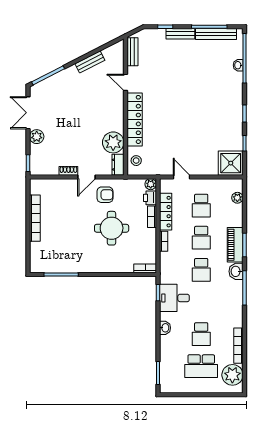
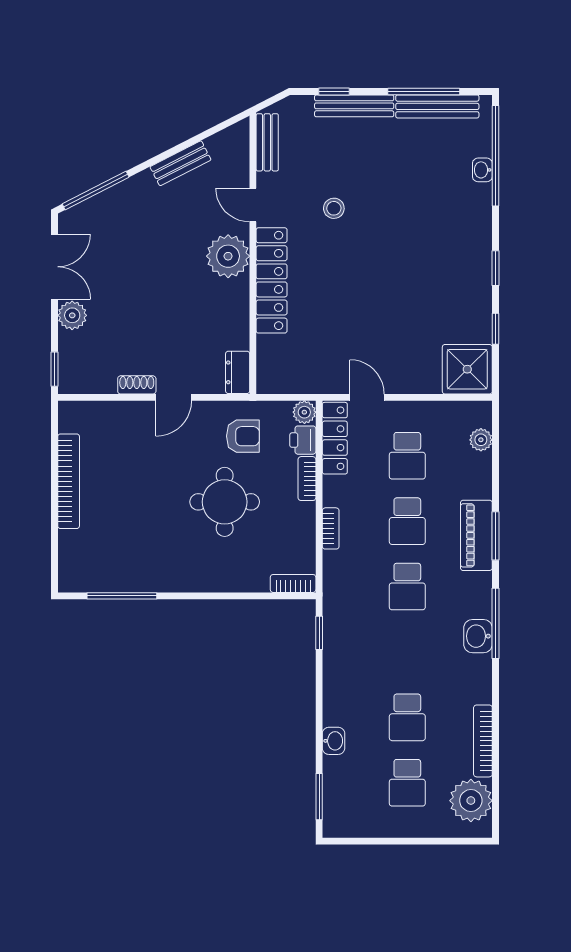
bench: (180, 34) -> (354, 106), width x1.36
double door: (28, 113) -> (55, 267), swing flipped
plant: (113, 142) -> (228, 256), moved
stool: (136, 161) -> (334, 208), moved
armchair: (105, 195) -> (243, 436), moved
locker: (166, 212) -> (335, 438), moved
washbasin: (236, 271) -> (478, 636), moved
desk: (174, 298) -> (353, 644), removed
washbasin: (165, 328) -> (333, 741), moved
school desk: (201, 366) -> (407, 783), width x0.54

